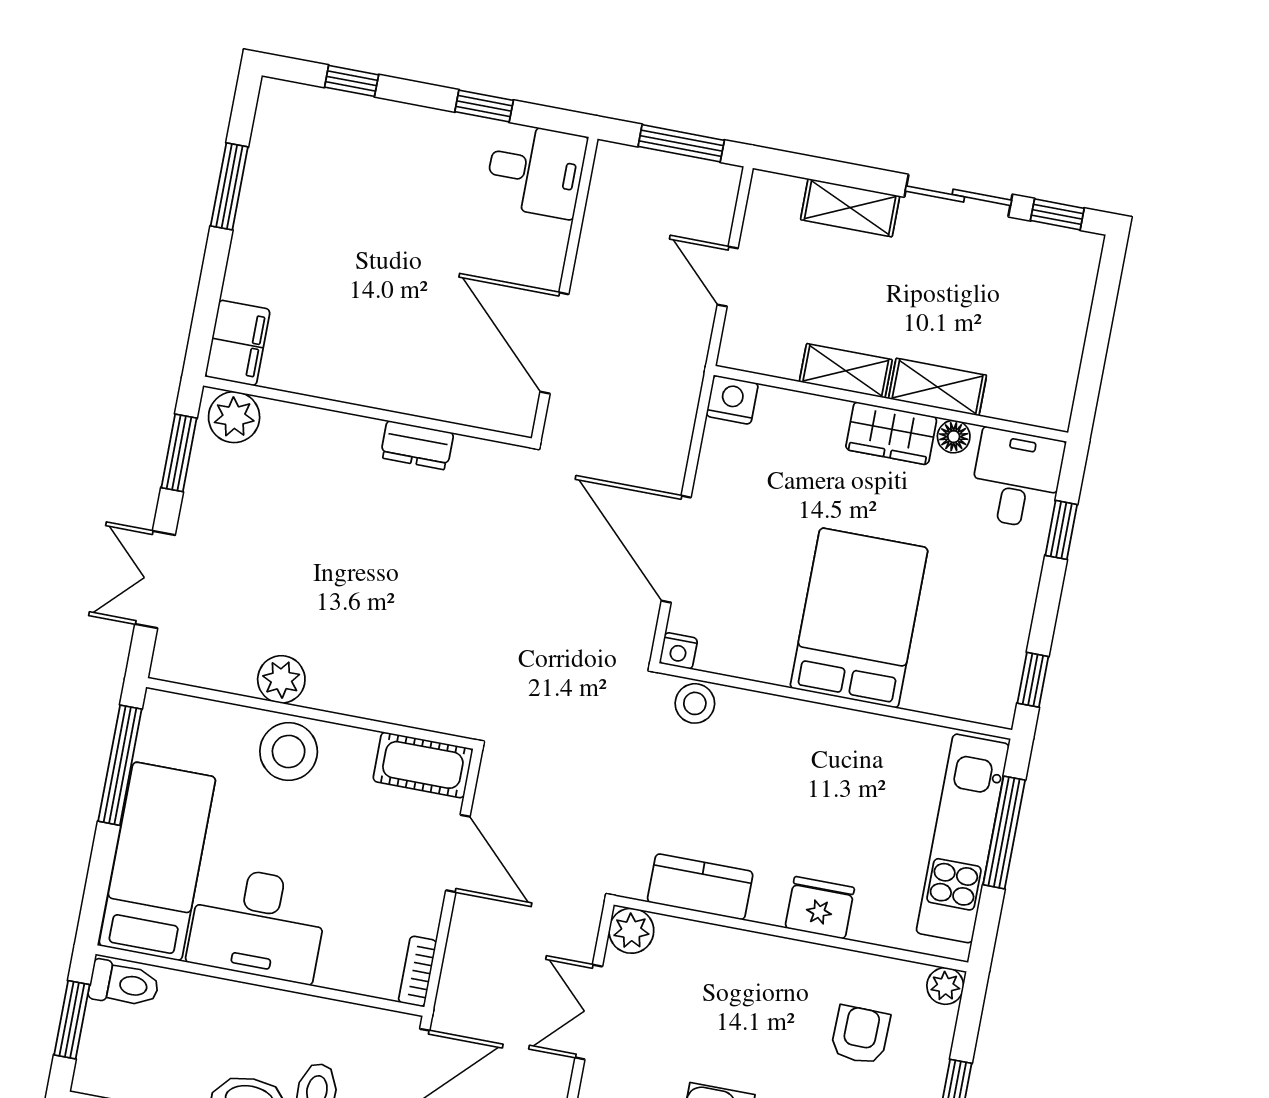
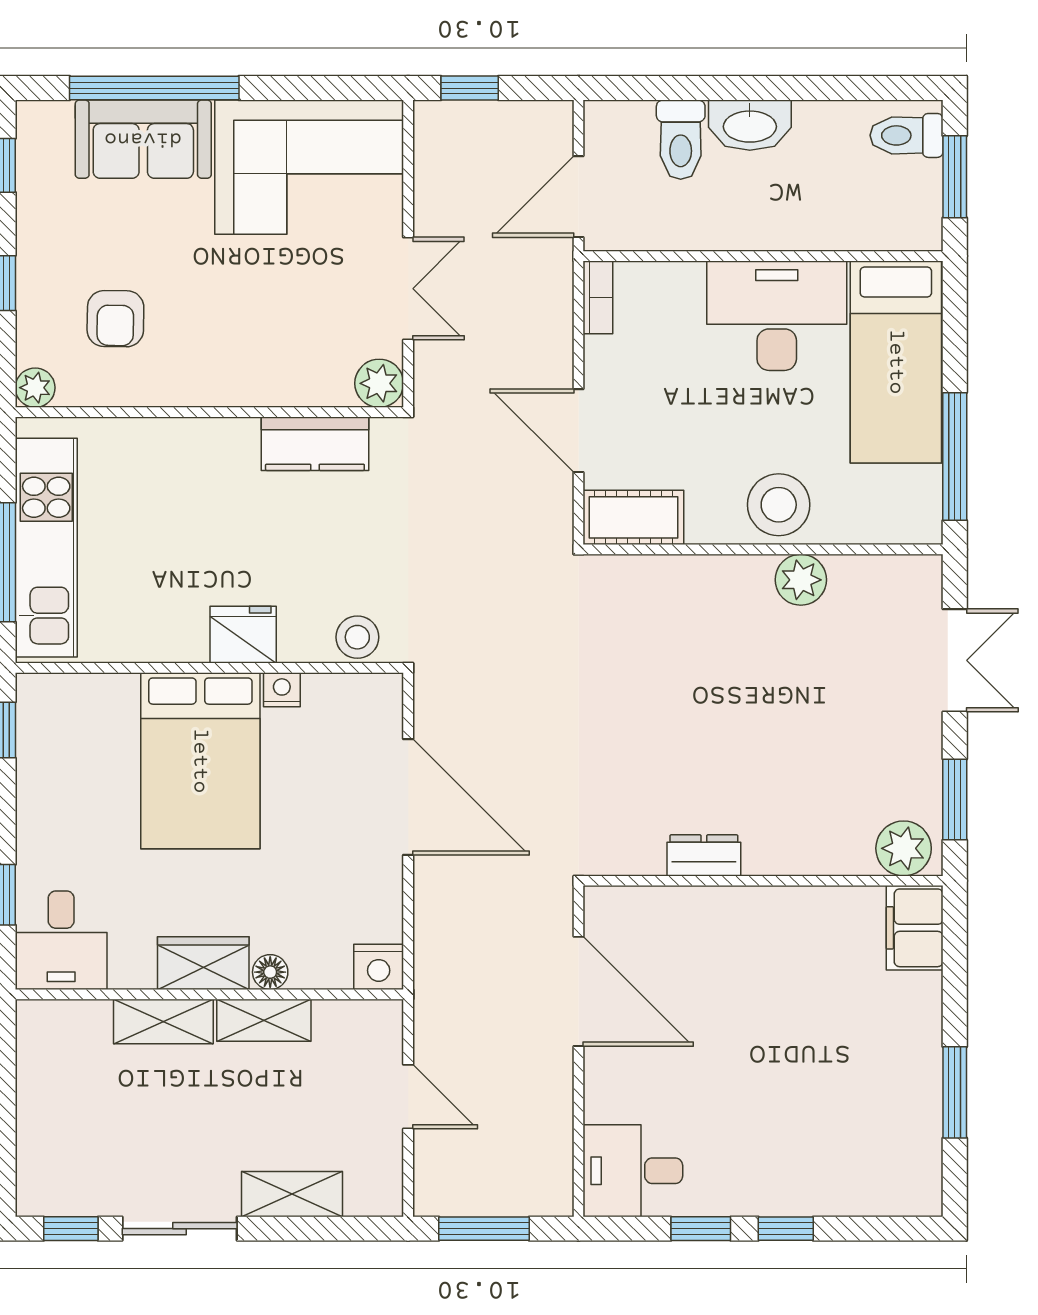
window: (352, 81) -> (786, 1229), moved
floor lamp: (954, 437) -> (270, 972), moved
nightstand: (678, 651) -> (282, 690), moved
fridge: (820, 908) -> (243, 635), moved, turned 180
toilet: (124, 984) -> (907, 135), moved

